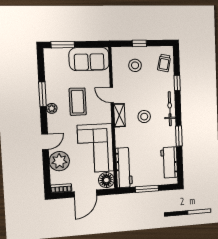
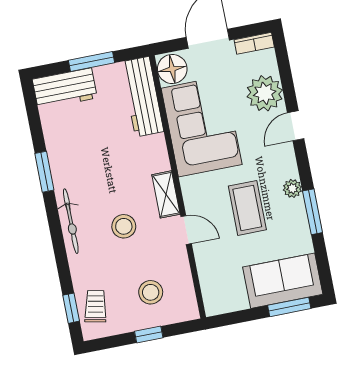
sofa: (89, 59) -> (283, 281), moved
window: (177, 83) -> (71, 308), moved
stool: (144, 117) -> (124, 226), moved
workbench: (169, 163) -> (65, 89), moved, turned 90

